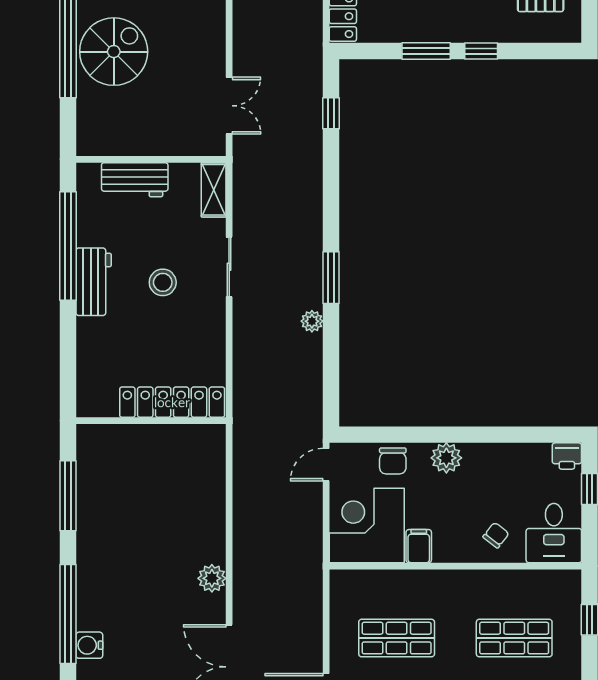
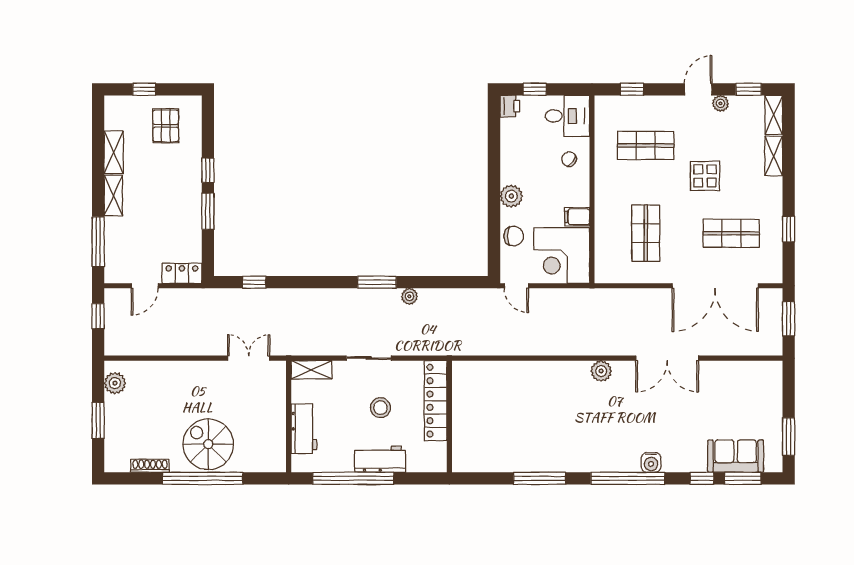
locker: (172, 402) -> (436, 401), moved
wall: (151, 421) -> (449, 416), moved
shop shelf: (514, 638) -> (646, 145), turned 90

